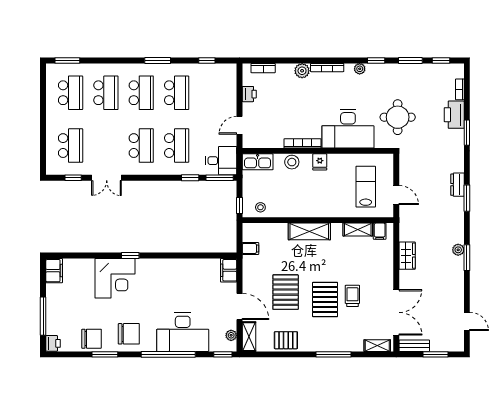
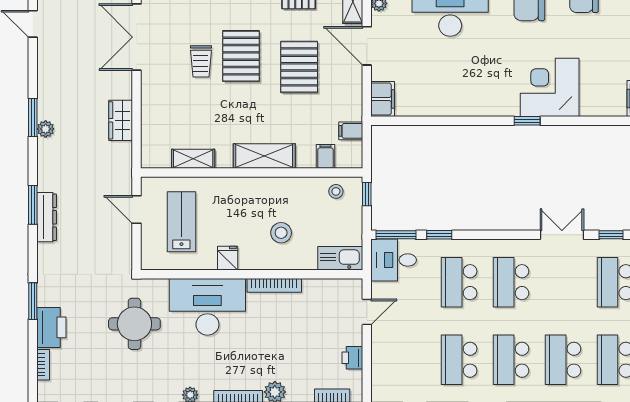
stool: (292, 162) -> (281, 233), moved
fridge: (320, 162) -> (228, 258), moved
dresser: (457, 185) -> (47, 217), width x1.44
lab bench: (366, 187) -> (181, 222), turned 180
filing cabinet: (380, 231) -> (325, 156), moved

